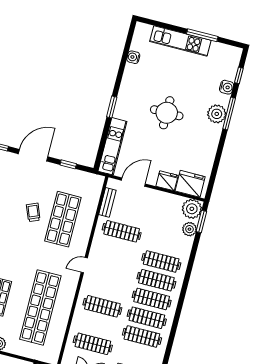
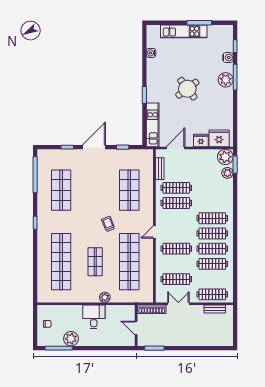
round table: (167, 113) -> (187, 89), turned -37
trolley: (33, 212) -> (108, 224), moved
clothes rail: (161, 261) -> (176, 203), moved
door: (84, 265) -> (154, 232), moved

